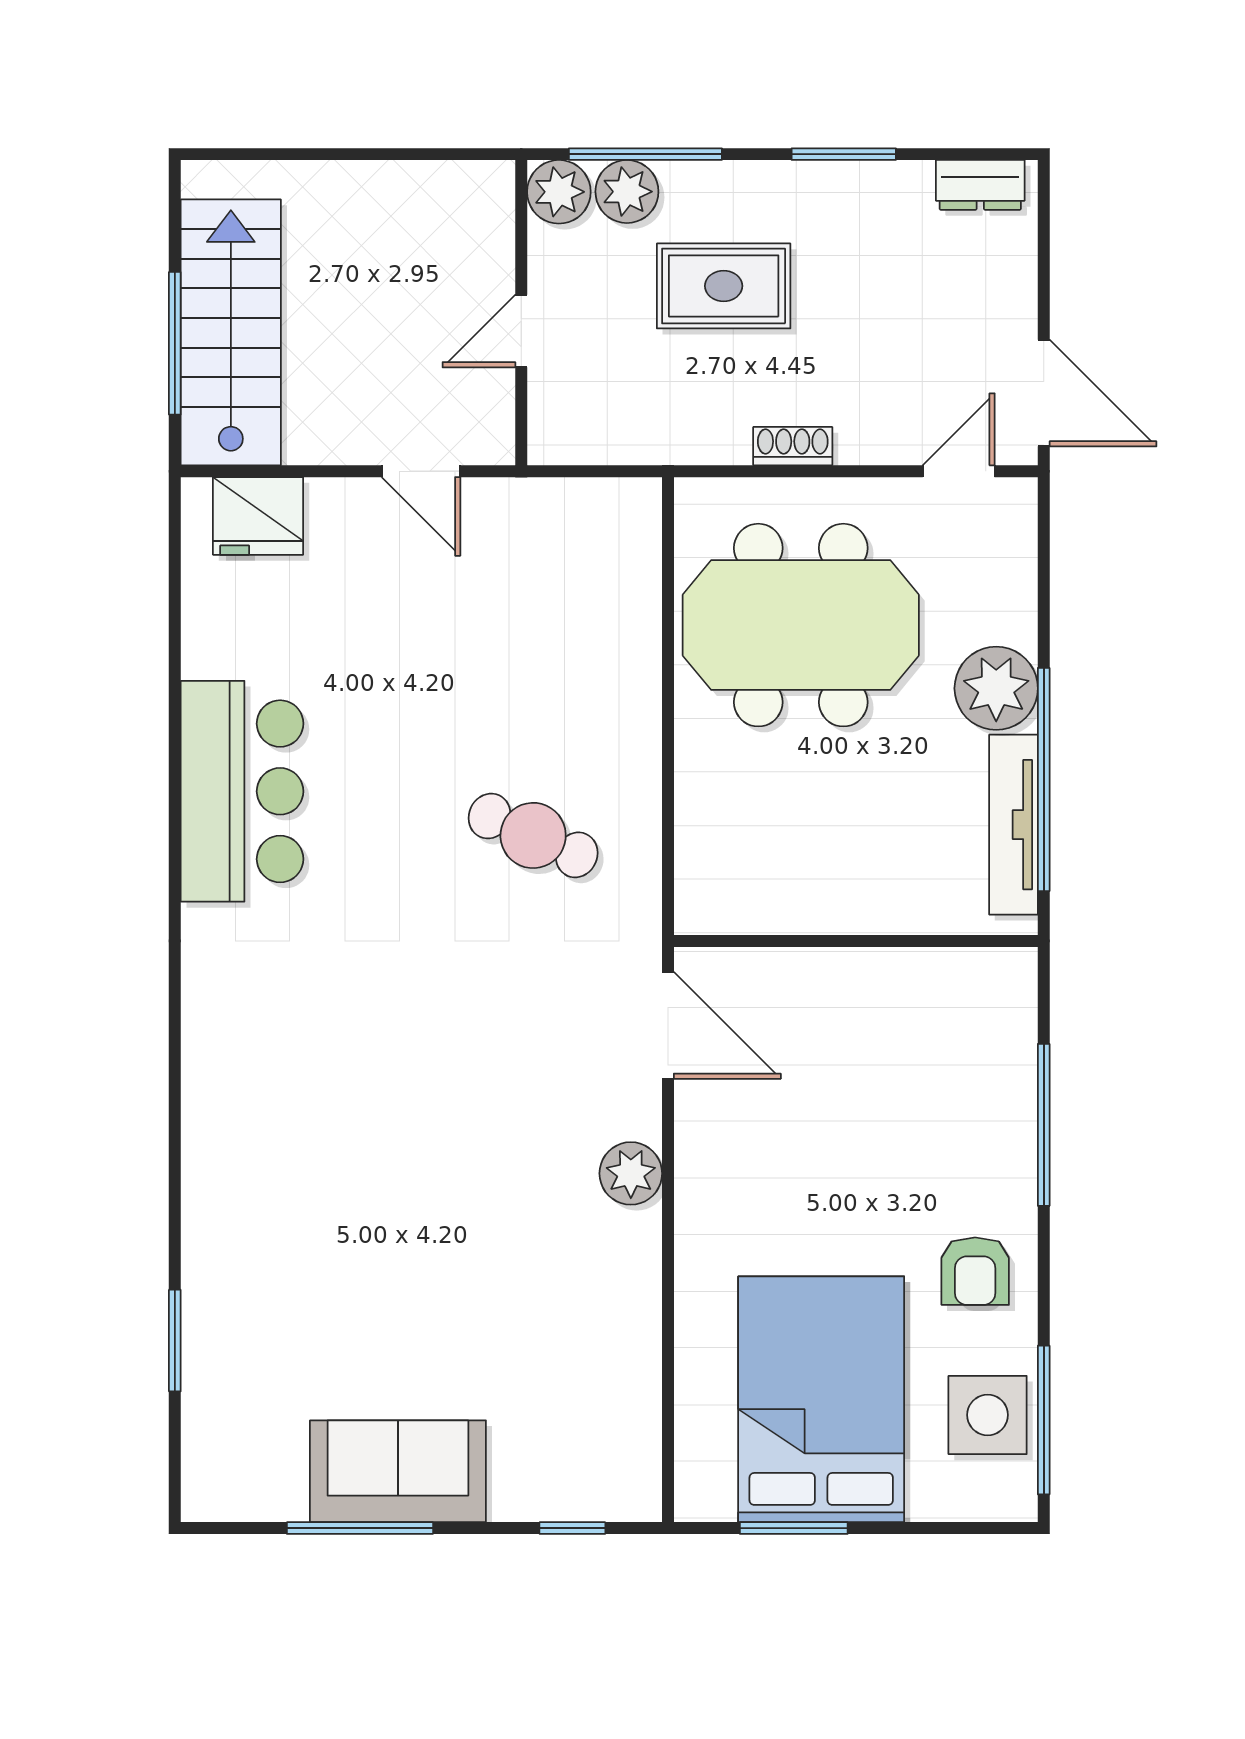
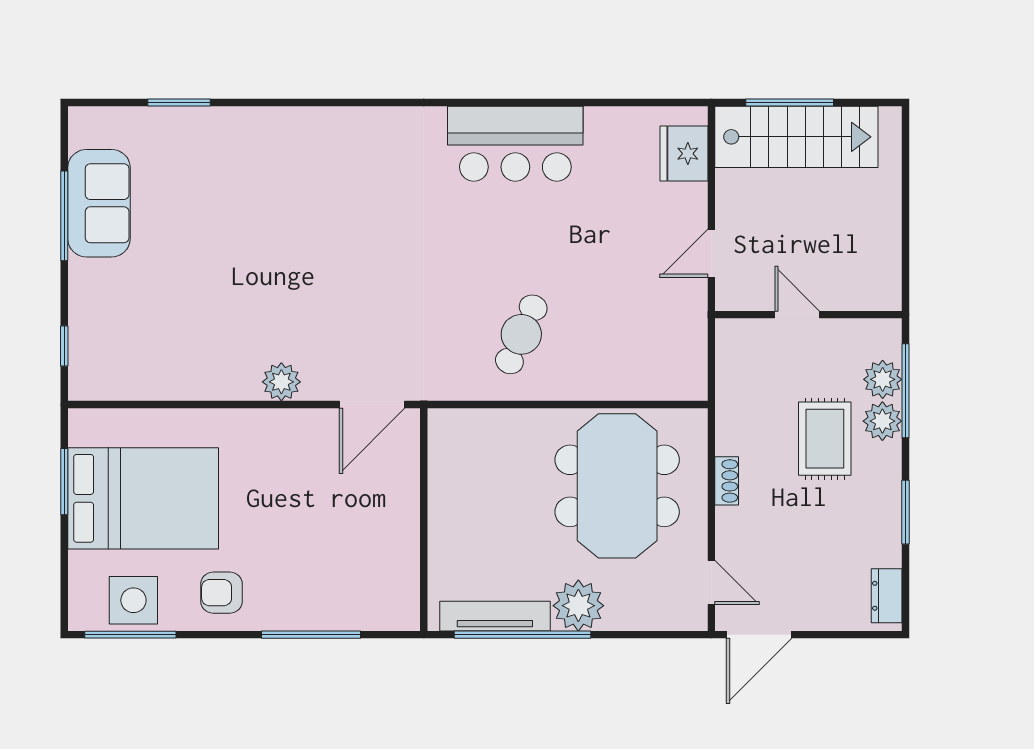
plant: (559, 192) -> (882, 421), moved
cafe table: (533, 835) -> (521, 334), moved
sofa: (398, 1471) -> (99, 203), moved

